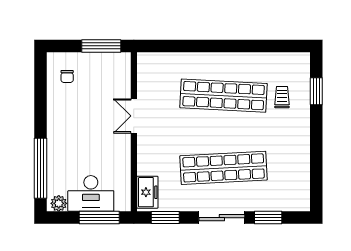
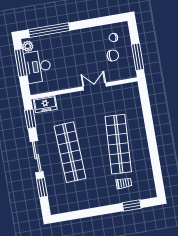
chair: (93, 82) -> (113, 55), added
window: (99, 218) -> (21, 63), moved

